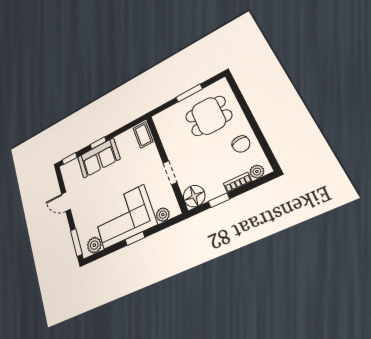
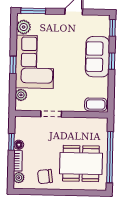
window: (189, 93) -> (110, 157), width x2.11
dining table: (208, 116) -> (81, 163), width x1.38
floor lamp: (194, 196) -> (19, 145), moved, width x0.53, depth x0.53

